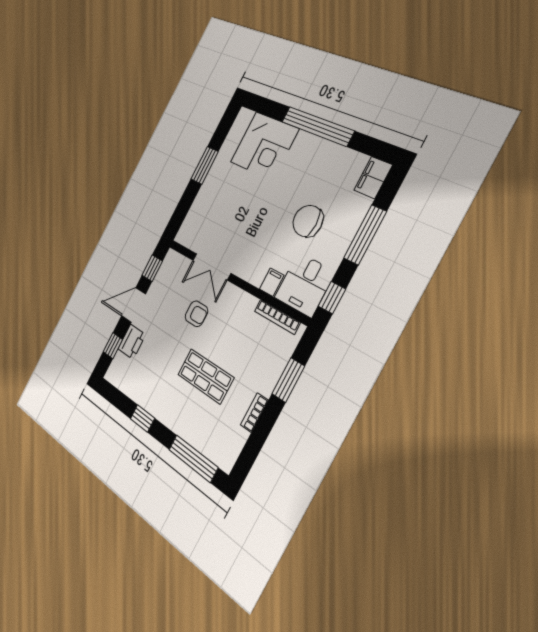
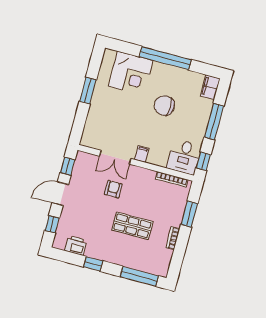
chair: (308, 221) -> (164, 106), moved
filing cabinet: (272, 282) -> (142, 154), moved
armchair: (196, 314) -> (113, 189), turned -90
printer: (132, 342) -> (76, 245), moved, turned -90

